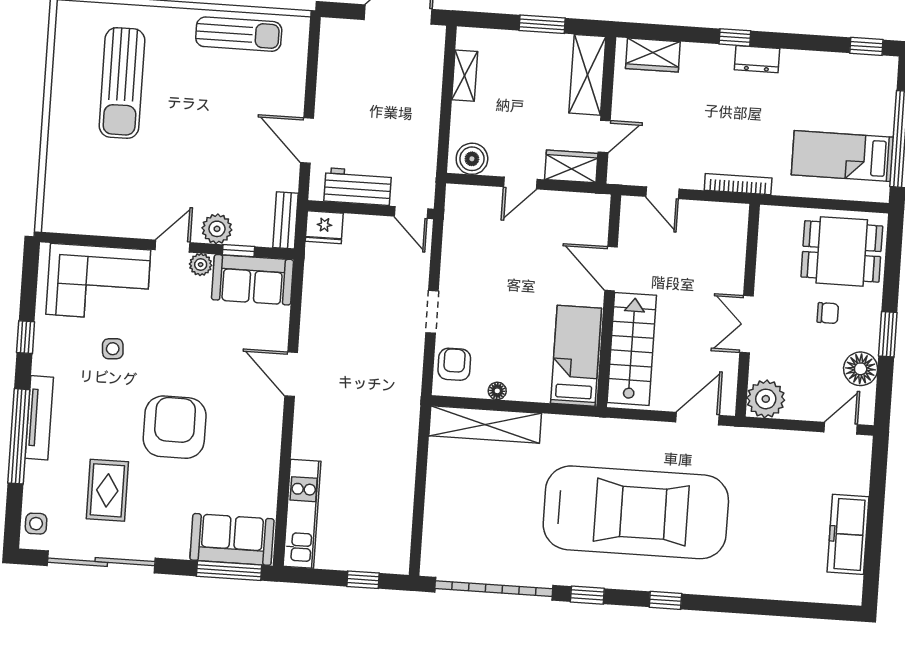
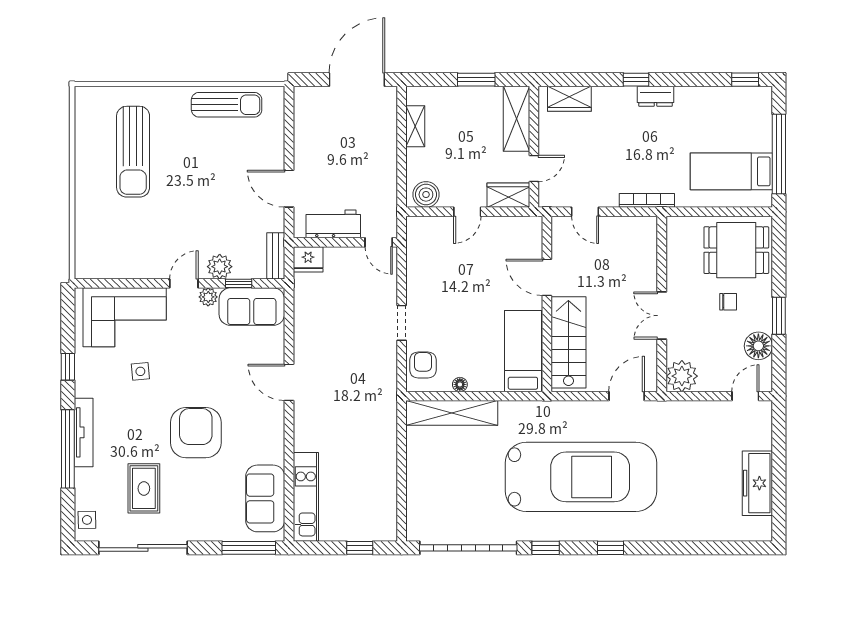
sofa: (232, 539) -> (265, 498), moved, turned -90

